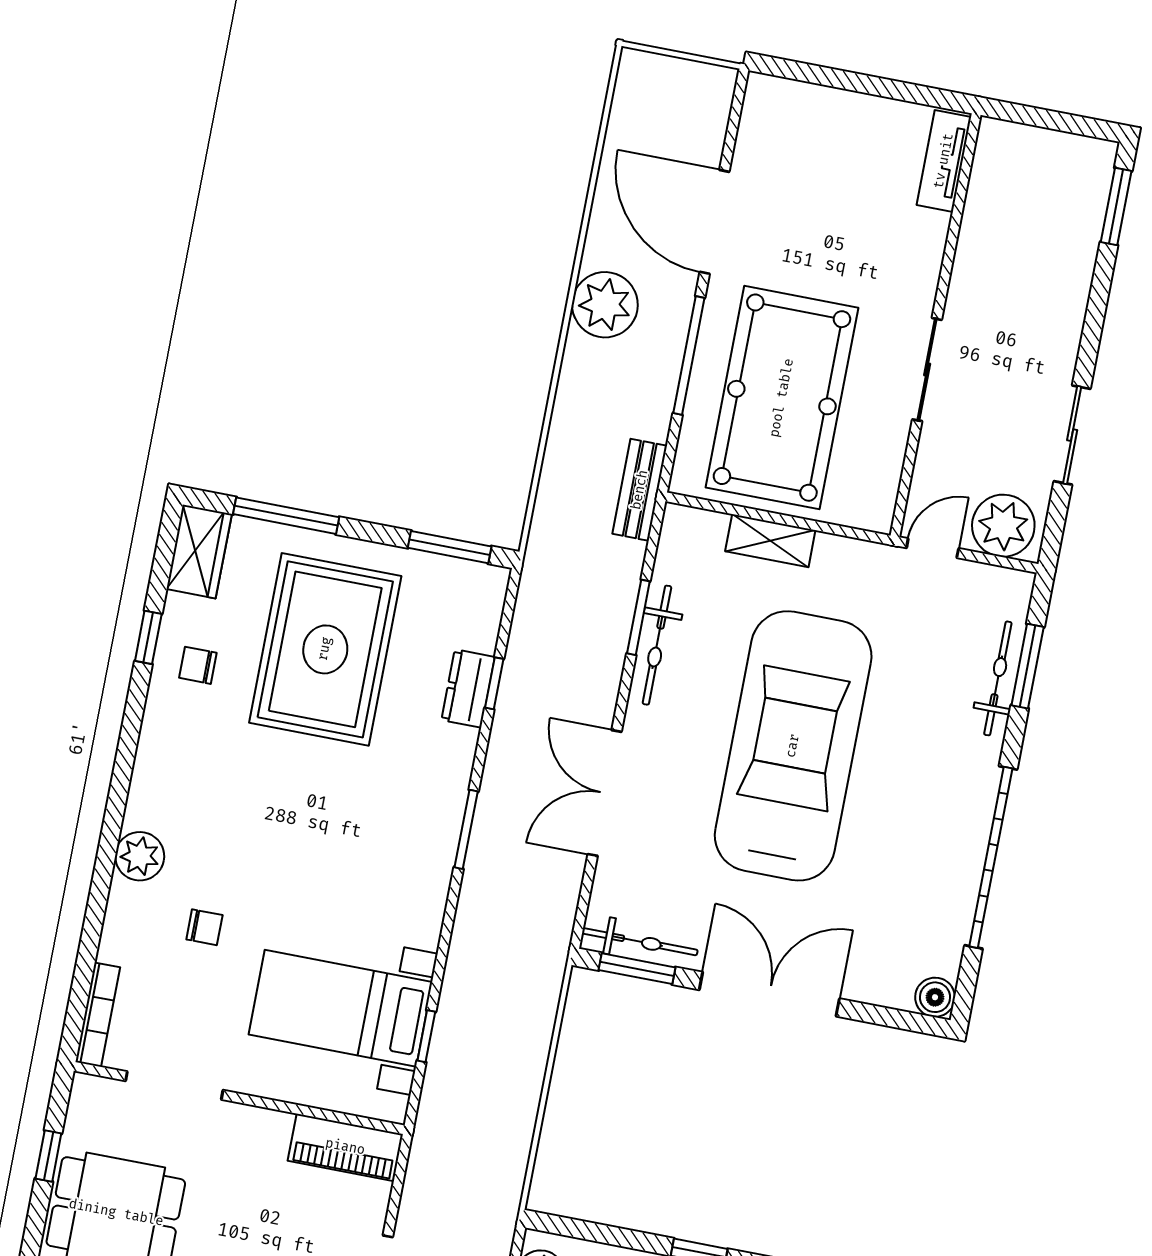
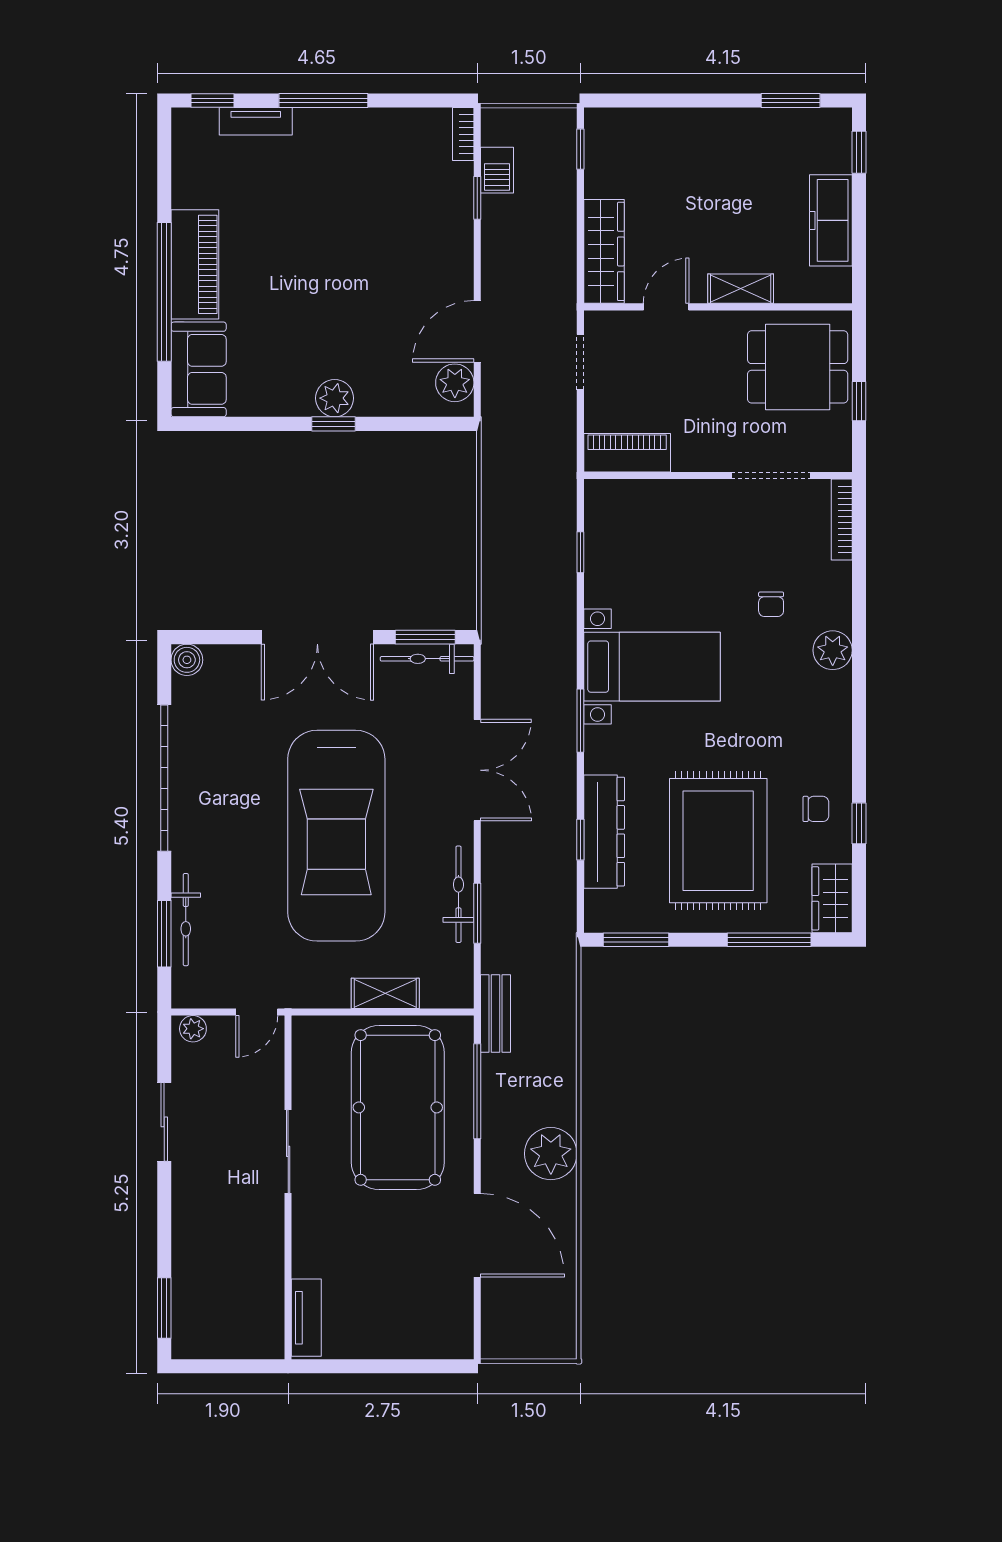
window: (689, 355) -> (477, 1091), moved
plant: (1003, 526) -> (193, 1029), width x0.53, depth x0.53
dresser: (468, 689) -> (604, 832), width x1.96, depth x1.24
chair: (204, 927) -> (771, 604), turned -90
bed with nightstands: (340, 1008) -> (652, 667), moved

